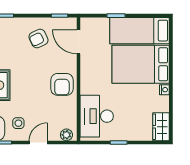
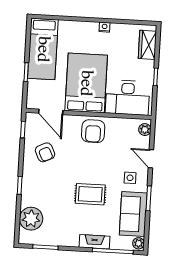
door: (79, 42) -> (51, 112), hinge flipped
bed: (141, 64) -> (86, 83), moved, turned 180
armchair: (62, 84) -> (93, 131), turned 90
wardrobe: (161, 127) -> (147, 45), moved, turned 90

